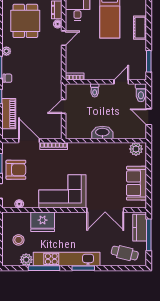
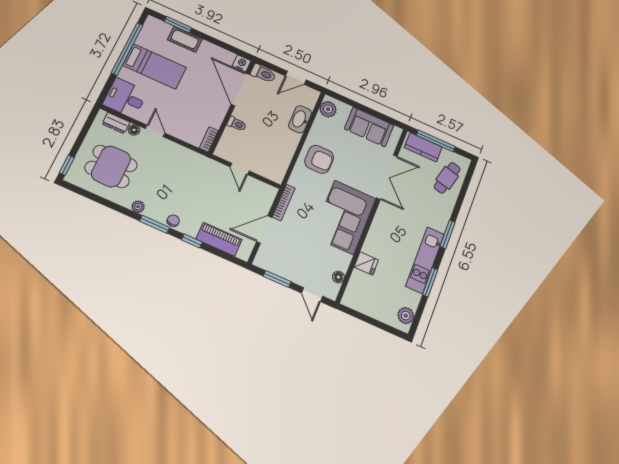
window: (149, 61) -> (178, 25), moved
nightstand: (141, 75) -> (242, 63), added
door: (121, 82) -> (240, 89), width x1.87
washbasin: (102, 133) -> (300, 119), moved
armchair: (16, 170) -> (319, 159), moved, turned 90
fridge: (43, 222) -> (366, 263), width x0.53, depth x0.75
stool: (19, 240) -> (383, 298), removed
kitchen unit: (67, 259) -> (425, 260), width x0.73
plant: (26, 260) -> (406, 316), moved
window: (44, 268) -> (430, 282), width x0.69

